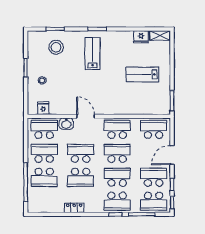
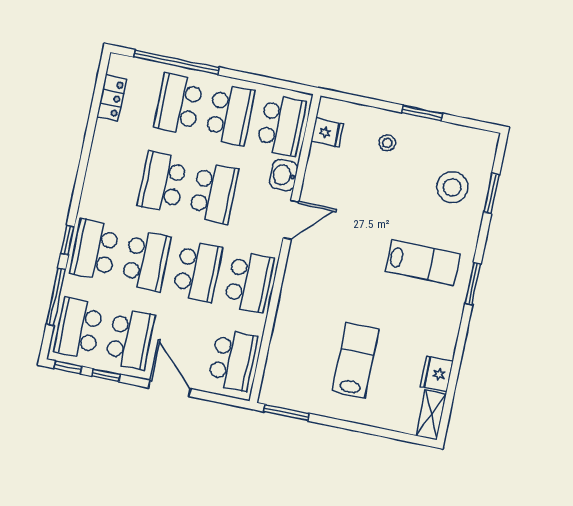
locker: (74, 208) -> (112, 98), moved

